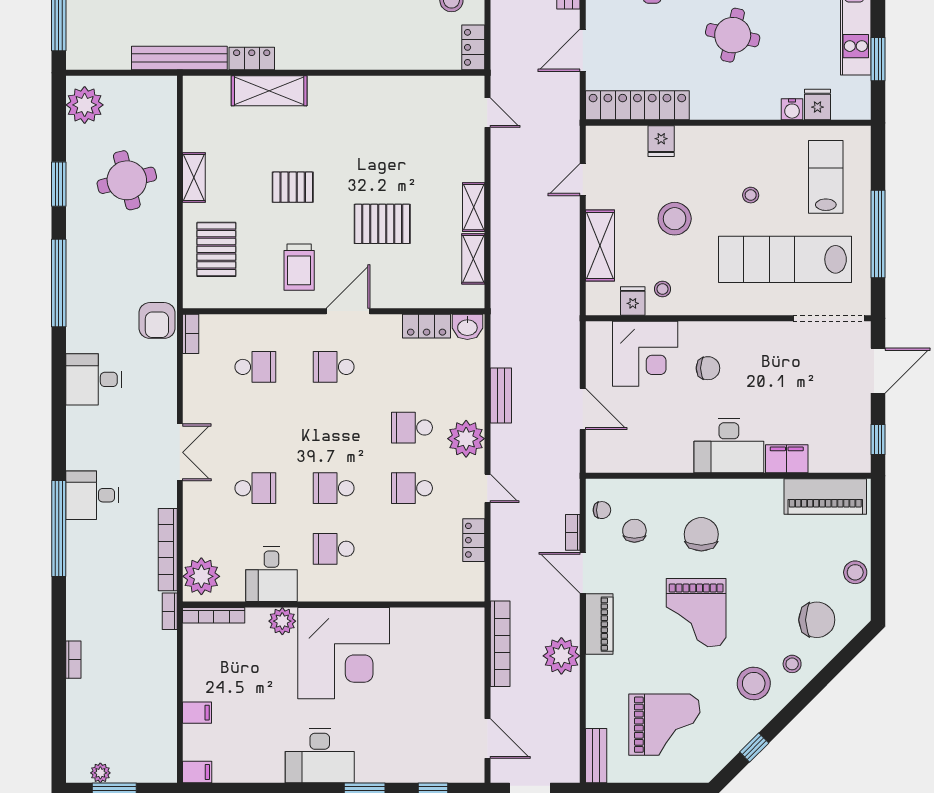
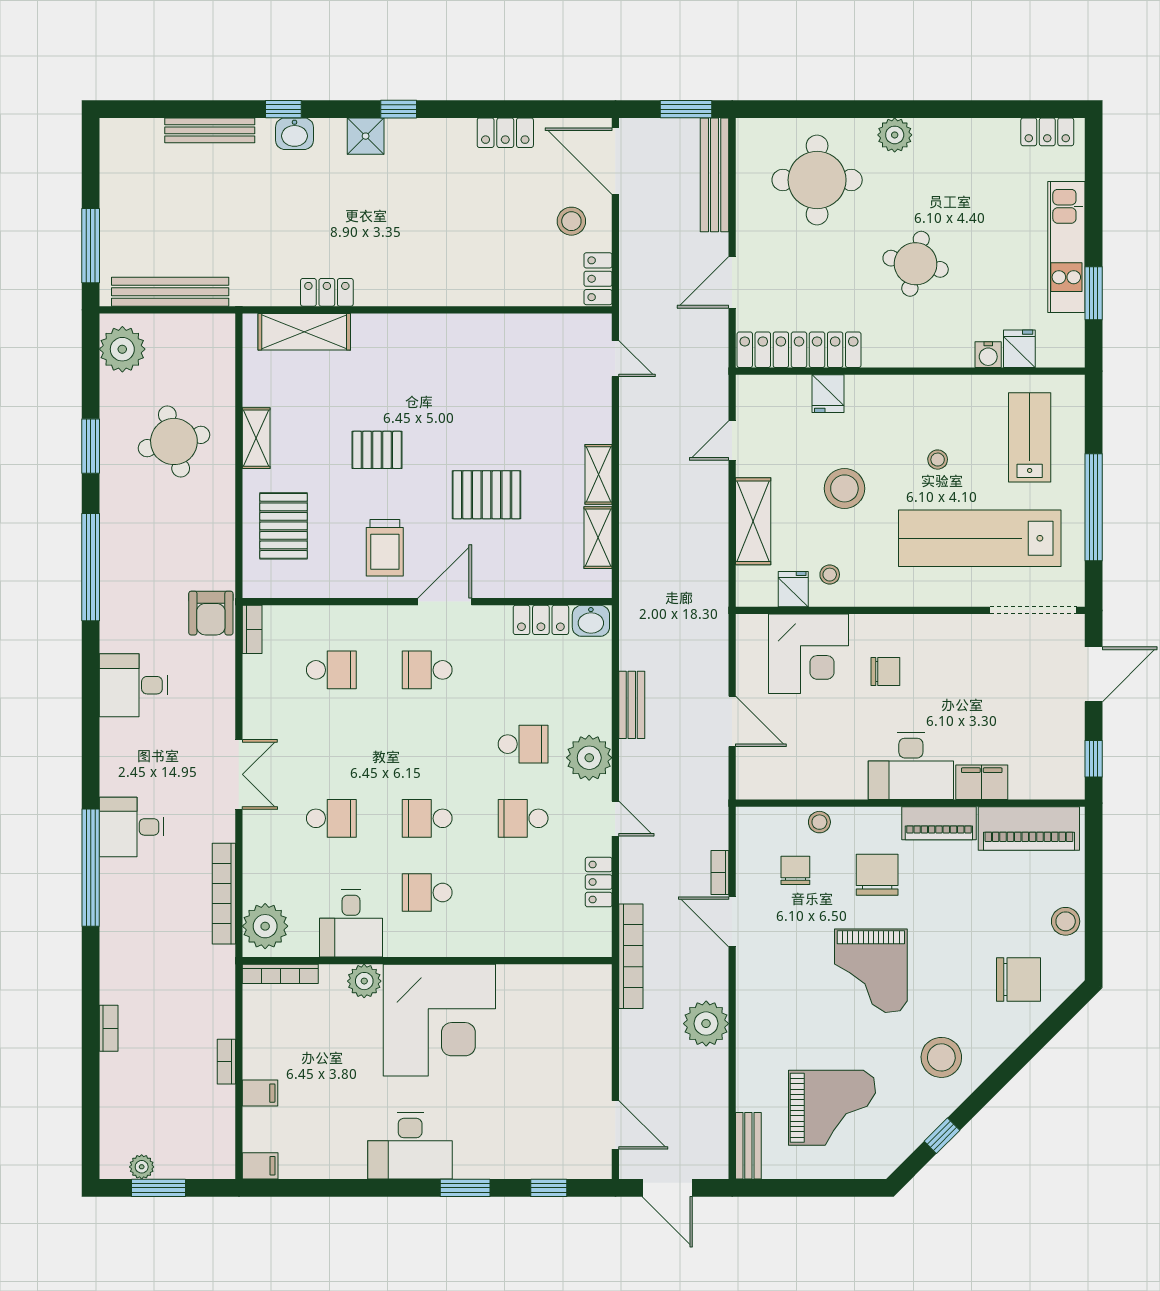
bench: (179, 58) -> (170, 292), moved
shelving: (269, 91) -> (304, 332), moved
school desk: (412, 428) -> (523, 744), turned 180
chair: (602, 510) -> (756, 845), removed
bookcase: (170, 611) -> (226, 1062), moved
piano: (599, 624) -> (939, 823), moved, turned 90
bookcase: (500, 644) -> (631, 956), moved
stool: (792, 664) -> (819, 822), moved

